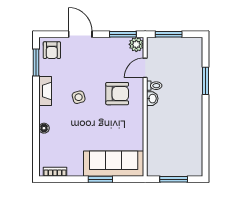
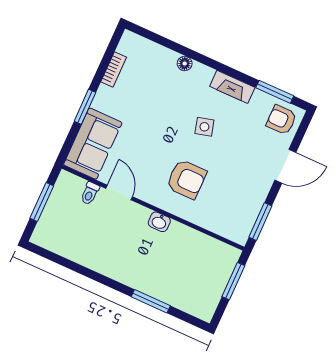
plant: (136, 44) -> (239, 233), removed
door: (145, 68) -> (119, 192), moved
toilet: (154, 86) -> (90, 193), moved
armchair: (117, 94) -> (186, 179), turned -90
sofa: (114, 164) -> (93, 144), width x0.73
bookcase: (55, 172) -> (114, 70), moved

